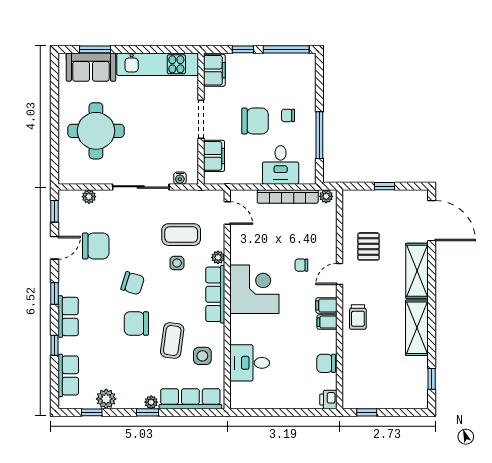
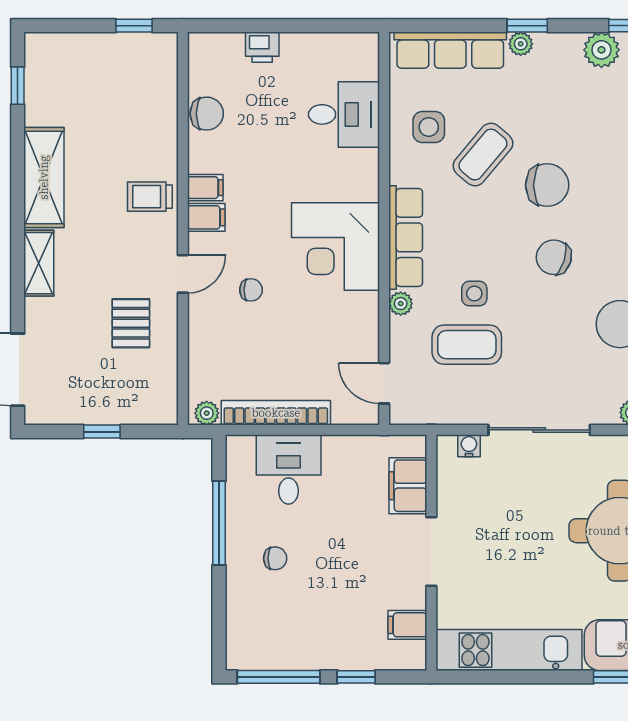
filing cabinet: (214, 70) -> (407, 625), width x0.50
chair: (255, 121) -> (334, 548), removed
shelving: (417, 271) -> (39, 263), width x0.67, depth x0.75
trolley: (358, 317) -> (150, 197), turned -90
coffee table: (172, 341) -> (483, 155), turned 32
printer: (328, 400) -> (262, 47), moved, turned 90

